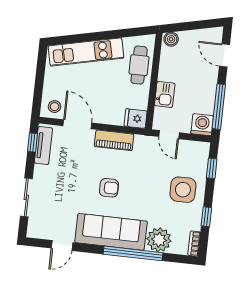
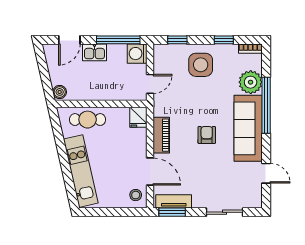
kitchen sink: (165, 94) -> (94, 52), moved, turned 180
door: (77, 124) -> (150, 172), swing flipped
window: (32, 143) -> (172, 212), width x1.50

